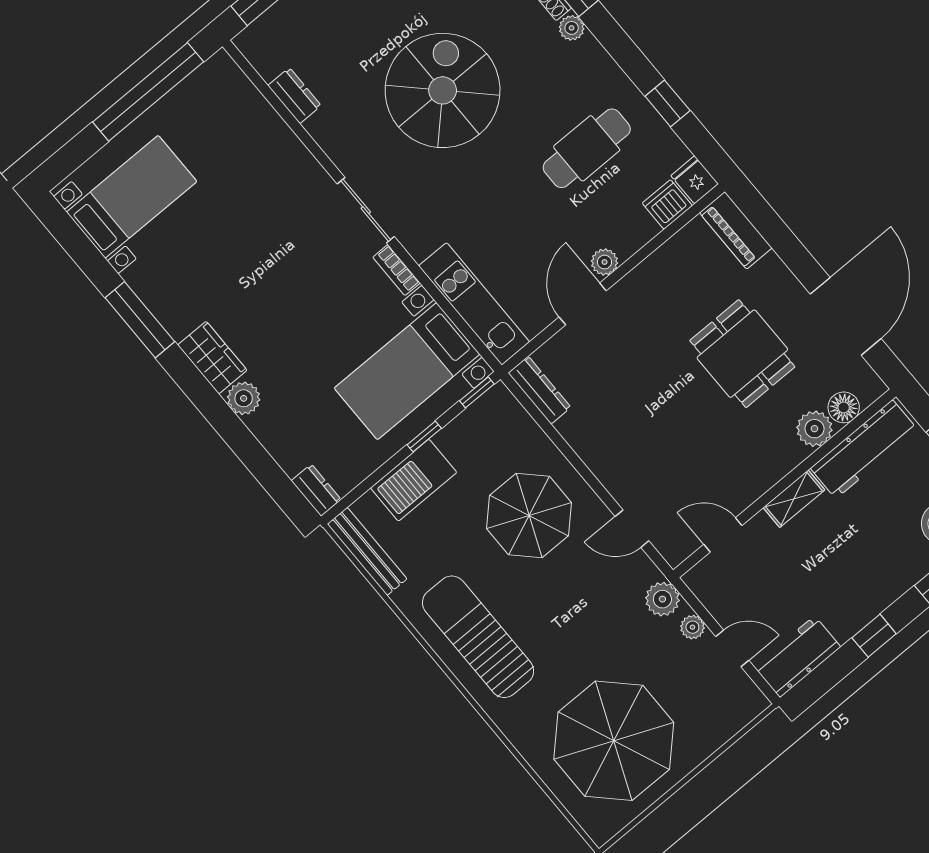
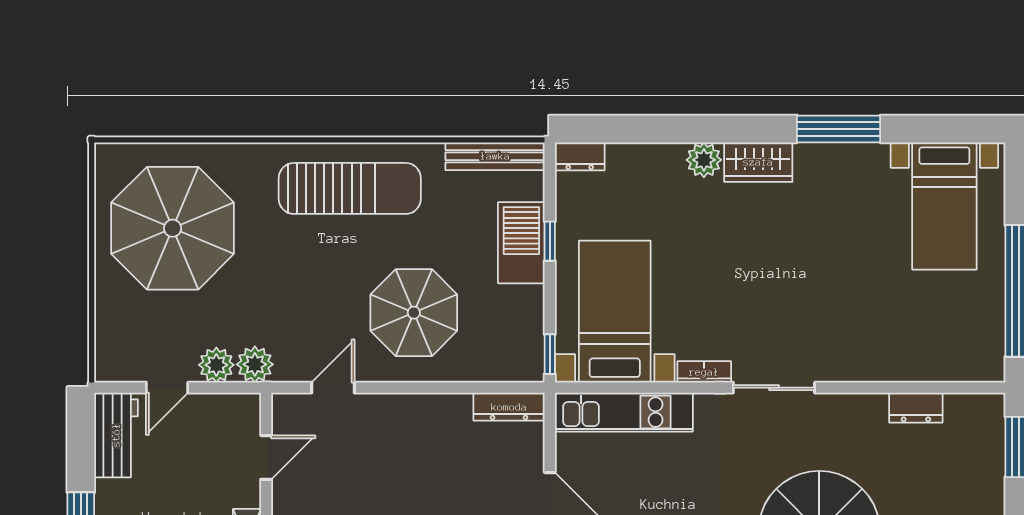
window: (424, 436) -> (550, 241), moved
plant: (692, 627) -> (216, 365), width x1.38, depth x1.38

